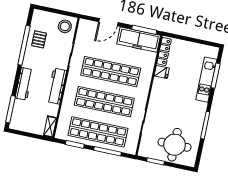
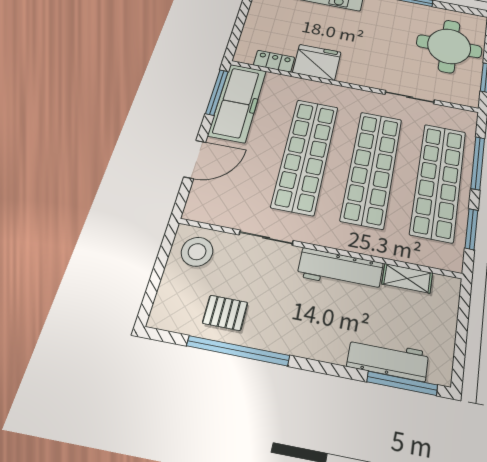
door: (108, 22) -> (195, 159), hinge flipped
locker: (164, 51) -> (274, 61), width x0.66
fridge: (162, 72) -> (317, 62), width x1.88, depth x1.34
workbench: (24, 84) -> (388, 359), moved
shelving: (50, 127) -> (407, 278), moved

